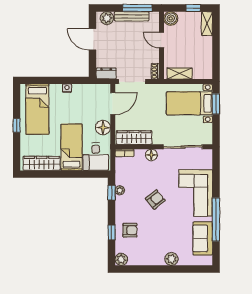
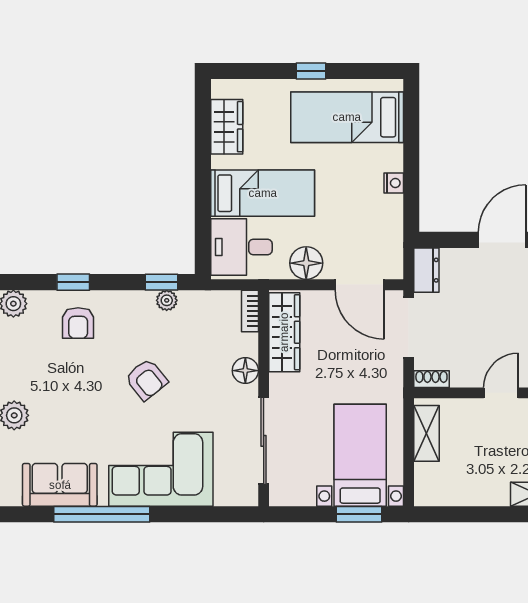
wardrobe: (42, 163) -> (227, 127), width x0.67

